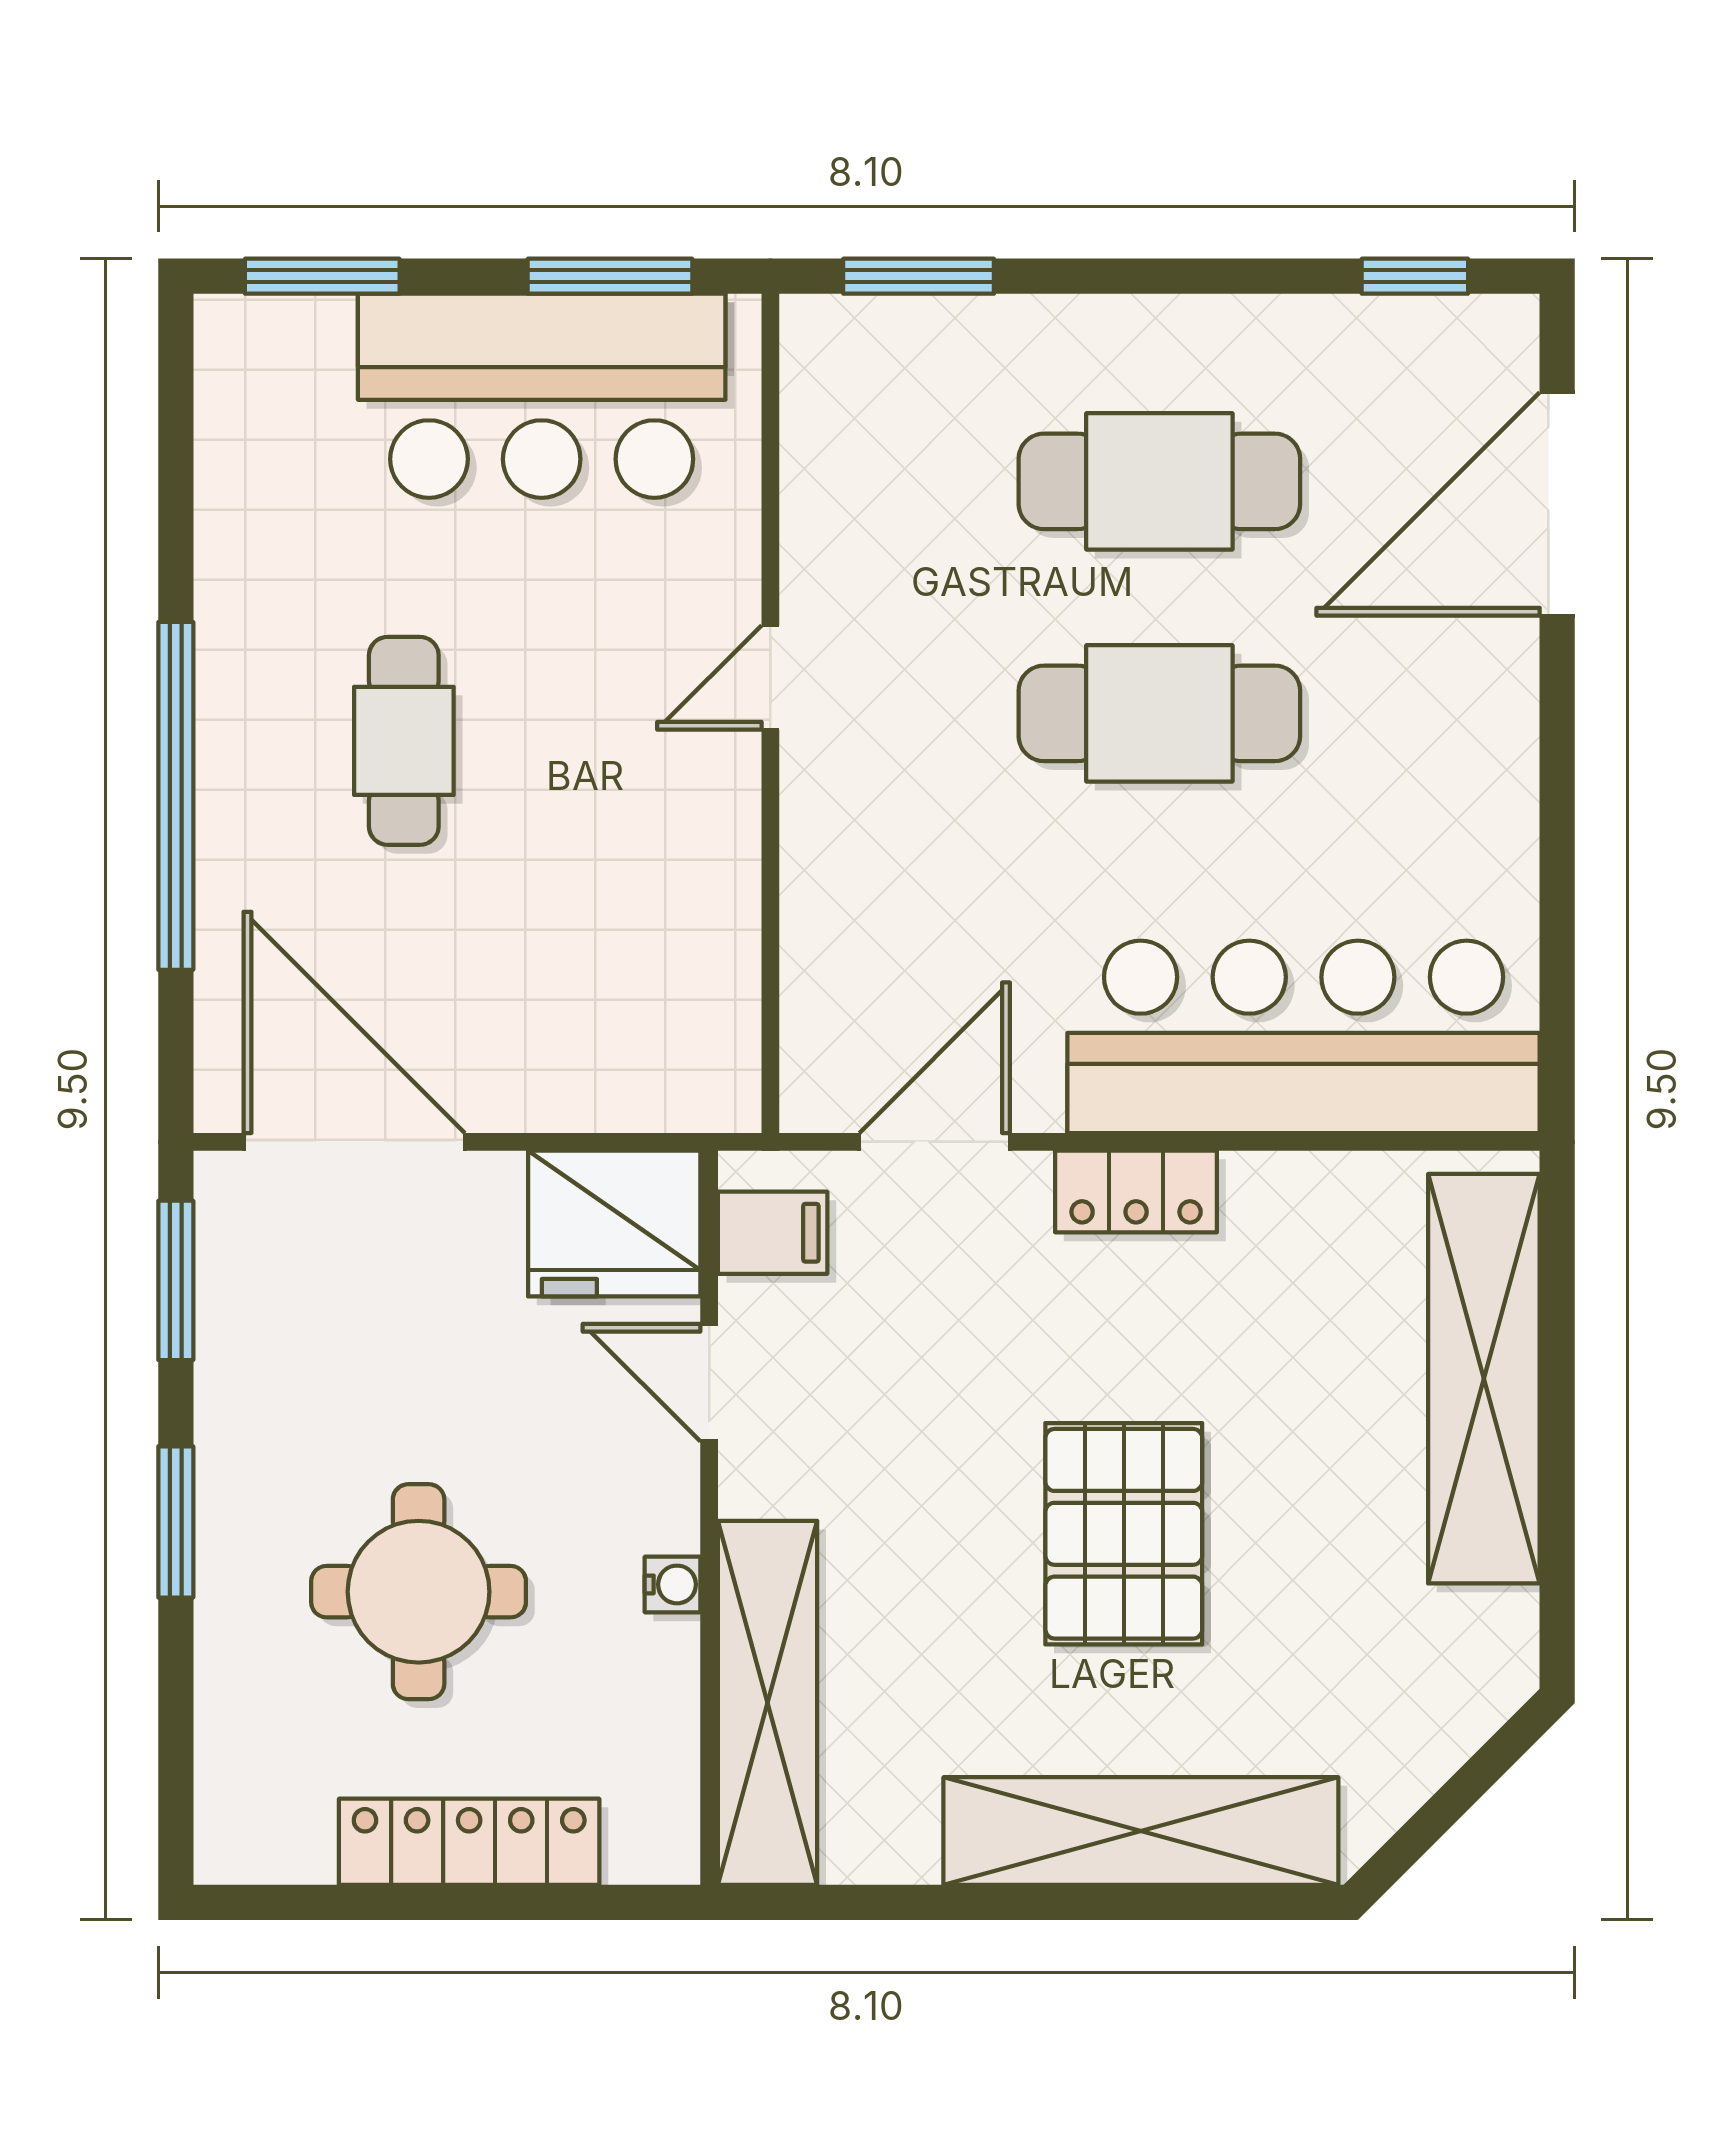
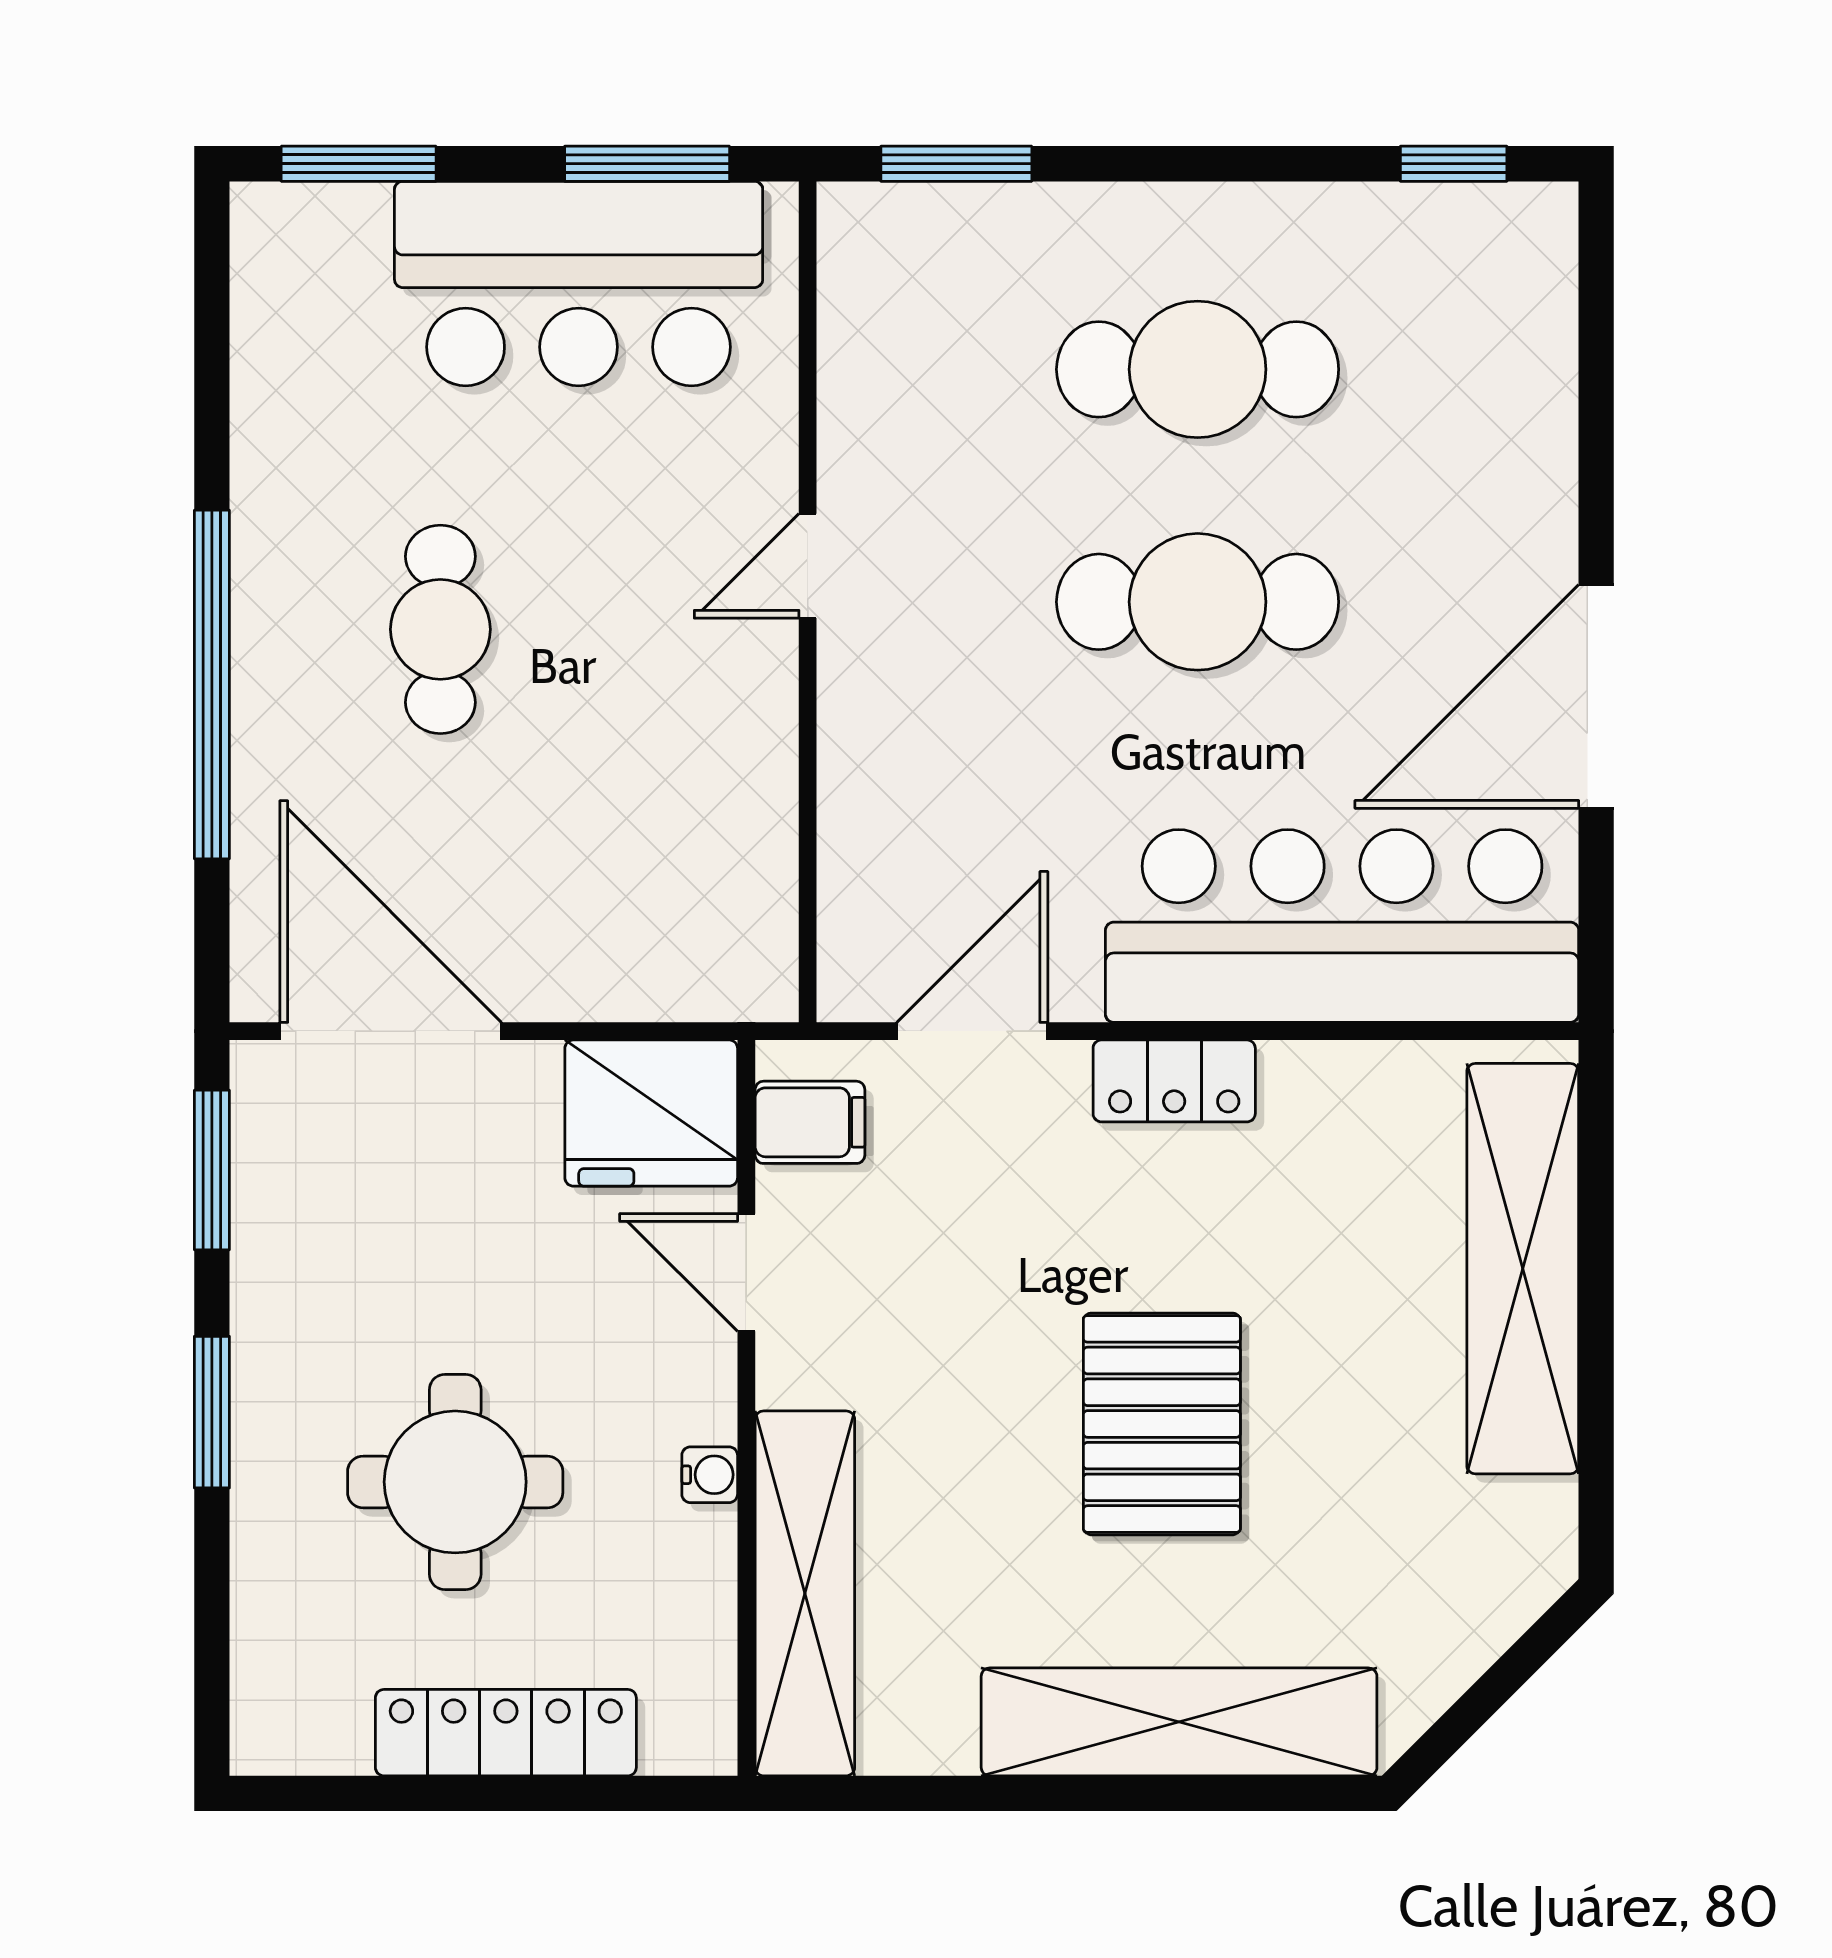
door: (1557, 504) -> (1596, 696), moved

